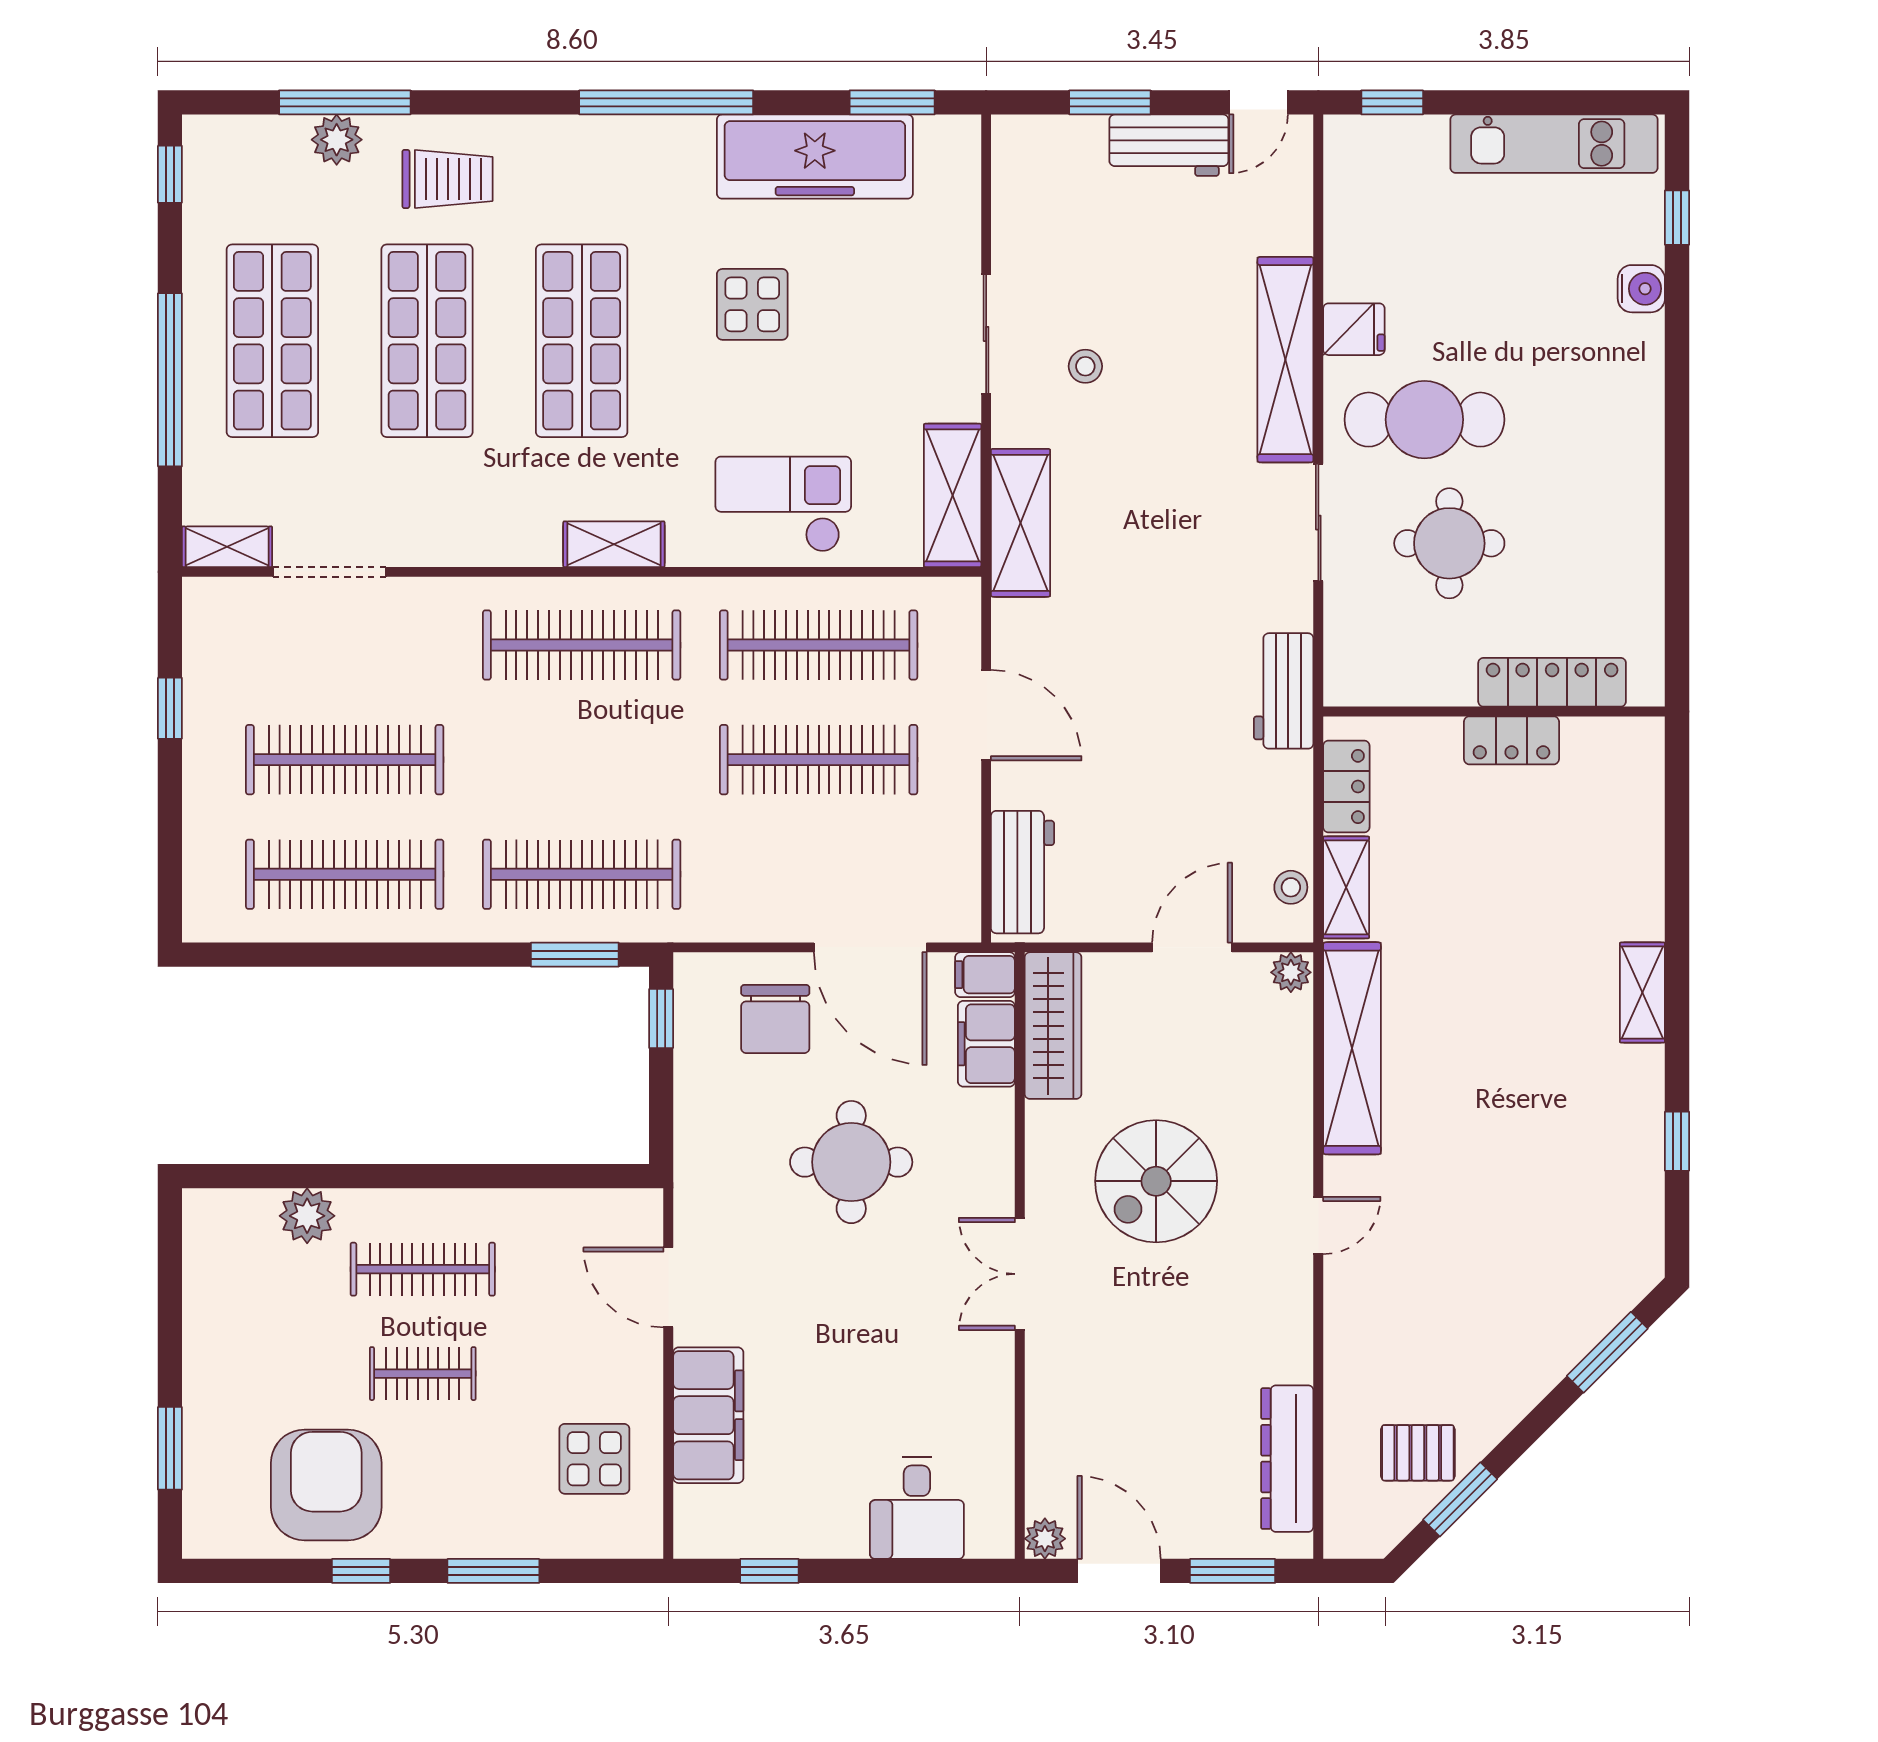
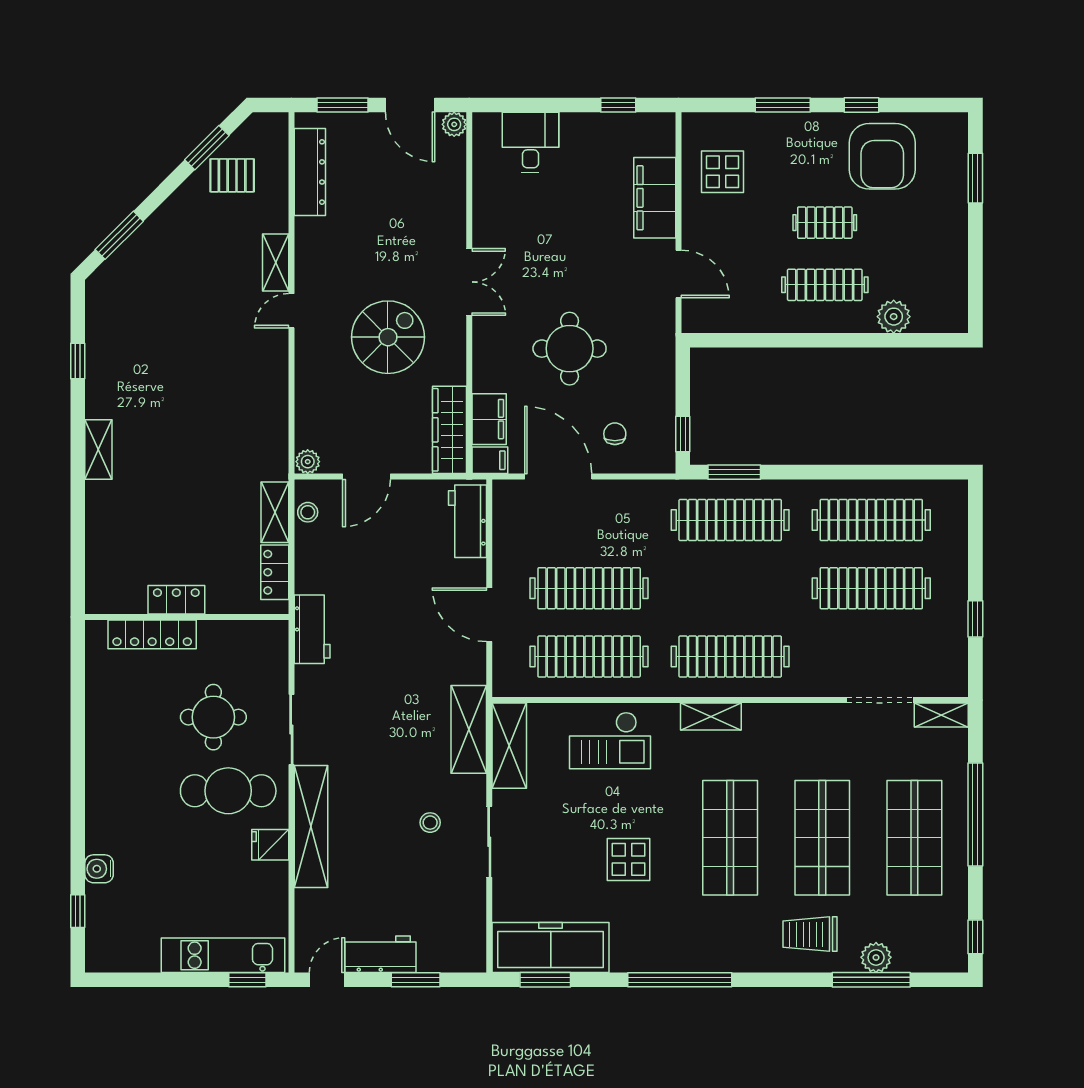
kitchen unit: (1554, 144) -> (223, 955), moved
freezer: (815, 157) -> (551, 947), moved
chair: (775, 1019) -> (615, 434), width x0.54, depth x0.54
shelving: (1352, 1048) -> (276, 262), moved, width x0.45, depth x0.75

